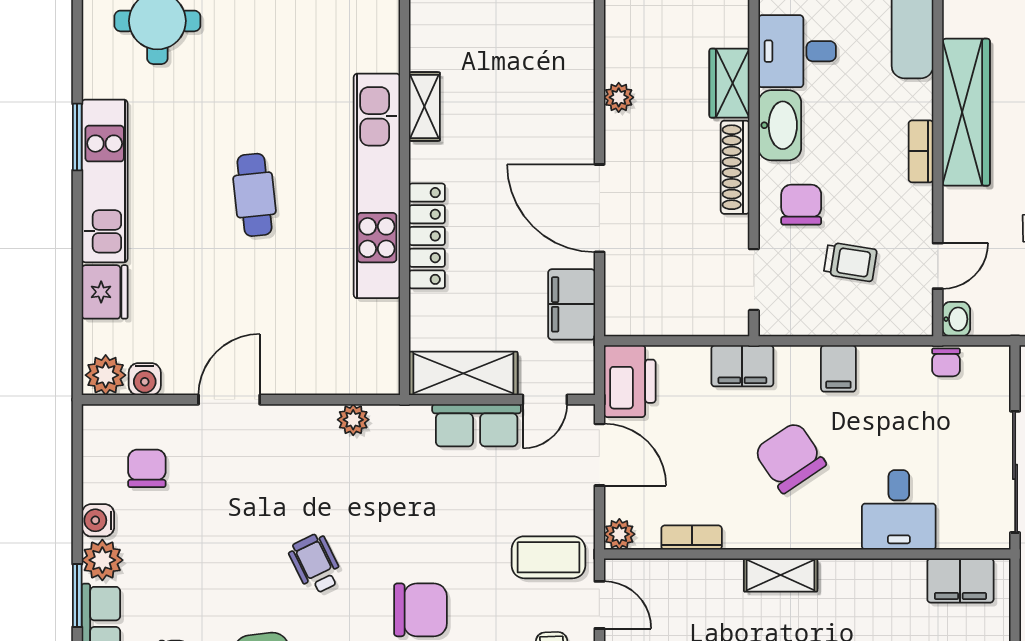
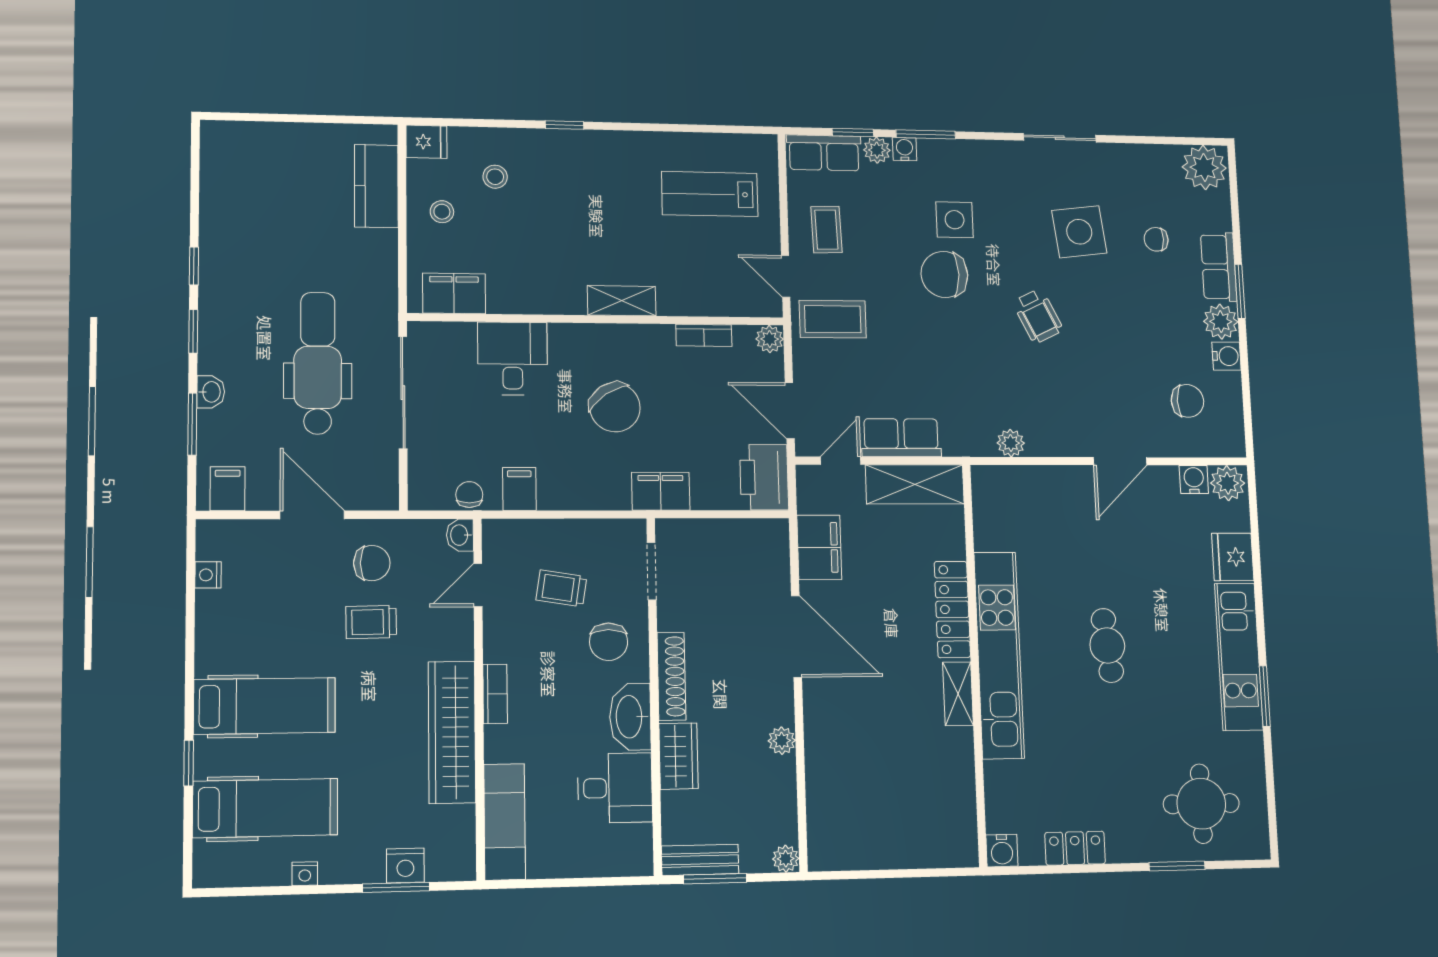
shelving: (424, 107) -> (958, 694), moved
filing cabinet: (838, 368) -> (519, 489), moved
chair: (147, 468) -> (1187, 401), turned -90

